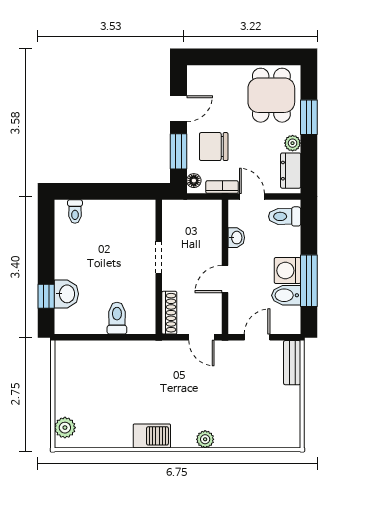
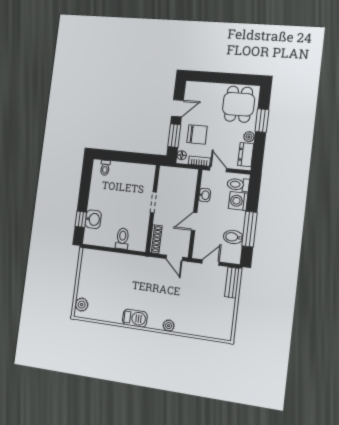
chair: (214, 147) -> (197, 134), turned 180
washing machine: (287, 271) -> (238, 201), moved

